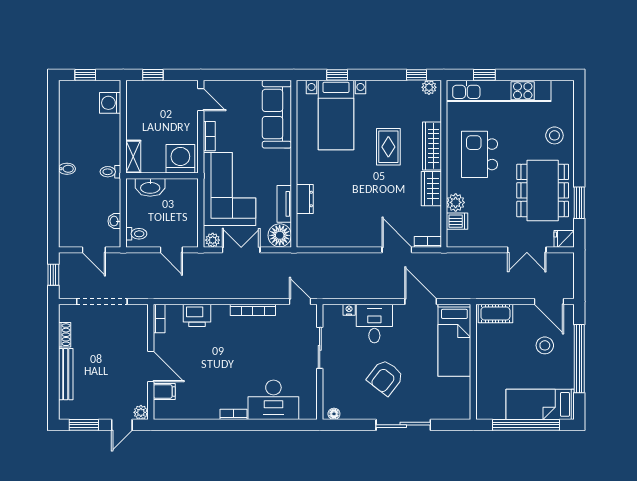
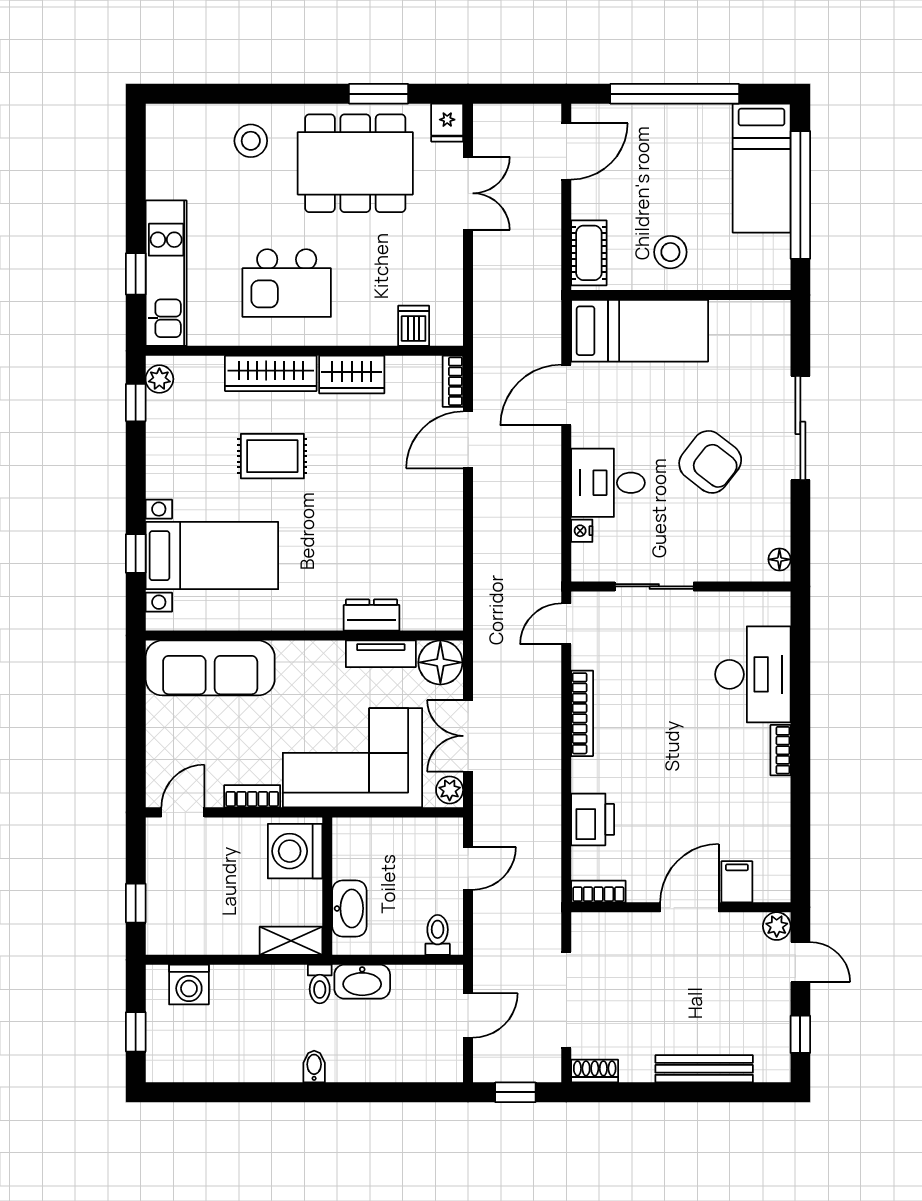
kitchen unit: (499, 91) -> (166, 273), width x0.73
plant: (456, 202) -> (378, 329), removed
washbasin: (114, 221) -> (362, 982), moved, width x1.91, depth x1.45
shoe rack: (65, 335) -> (595, 1071), moved
stool: (545, 345) -> (670, 252), moved
window: (84, 425) -> (800, 1034), width x0.67

